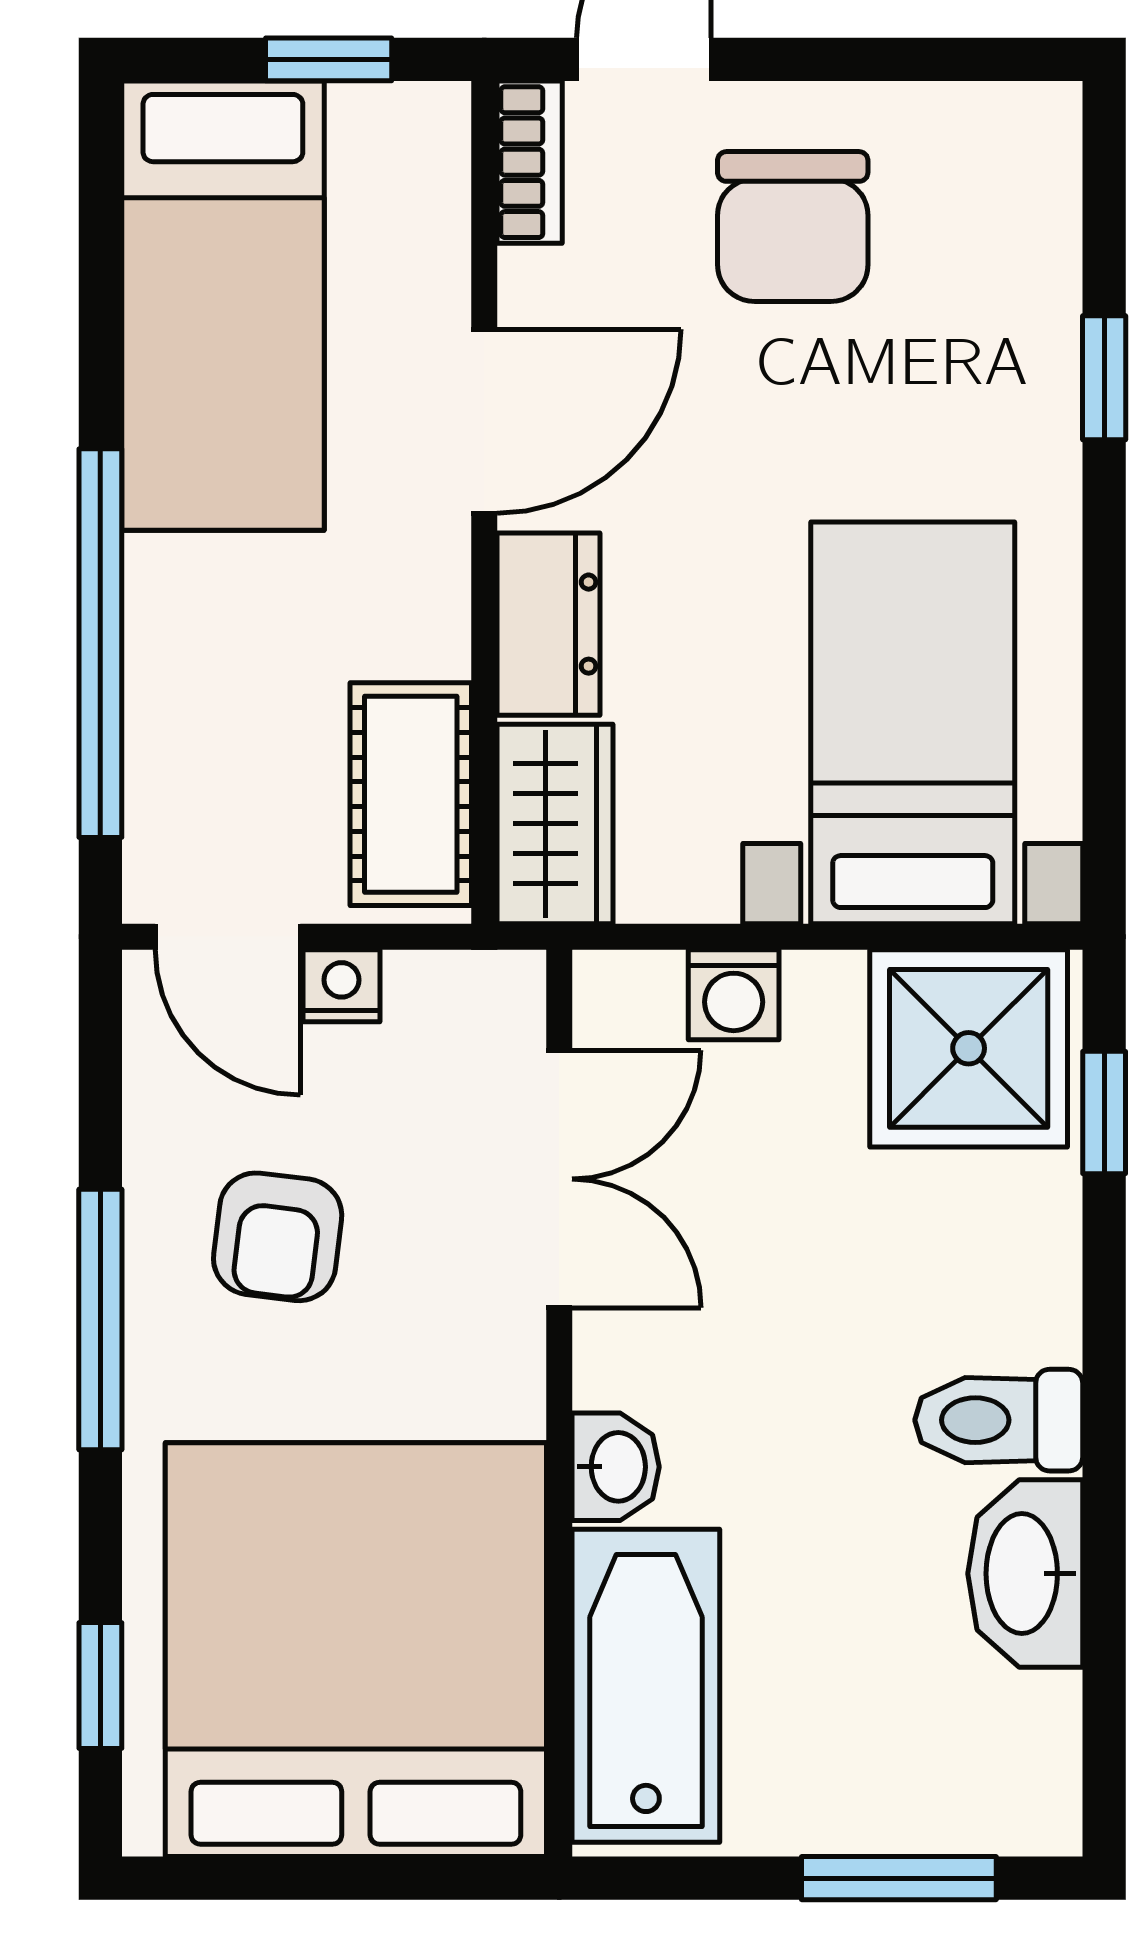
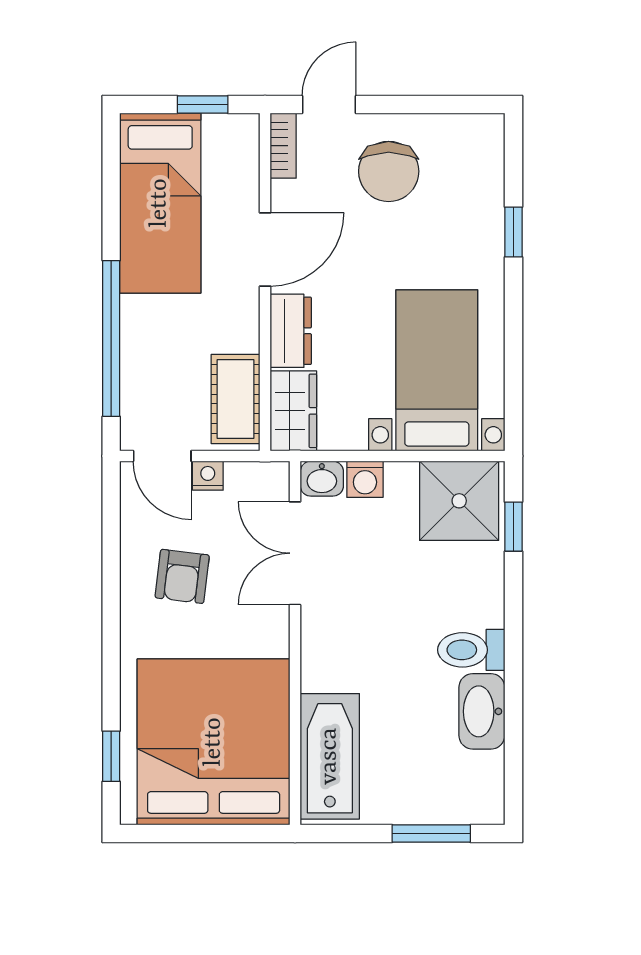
double door: (559, 1179) -> (295, 553), swing flipped
window: (100, 1319) -> (111, 610), removed
washbasin: (616, 1467) -> (322, 479), moved, turned 90

